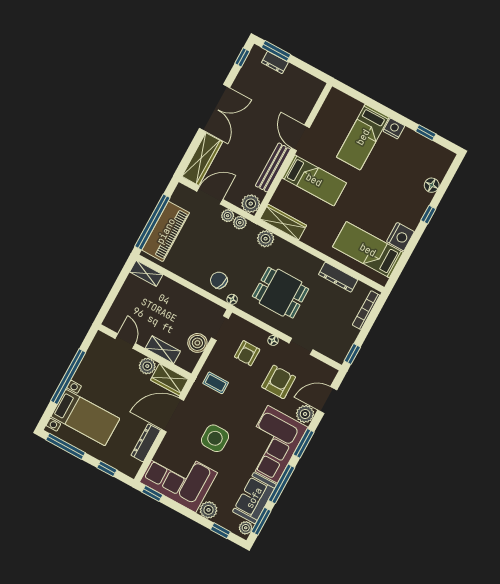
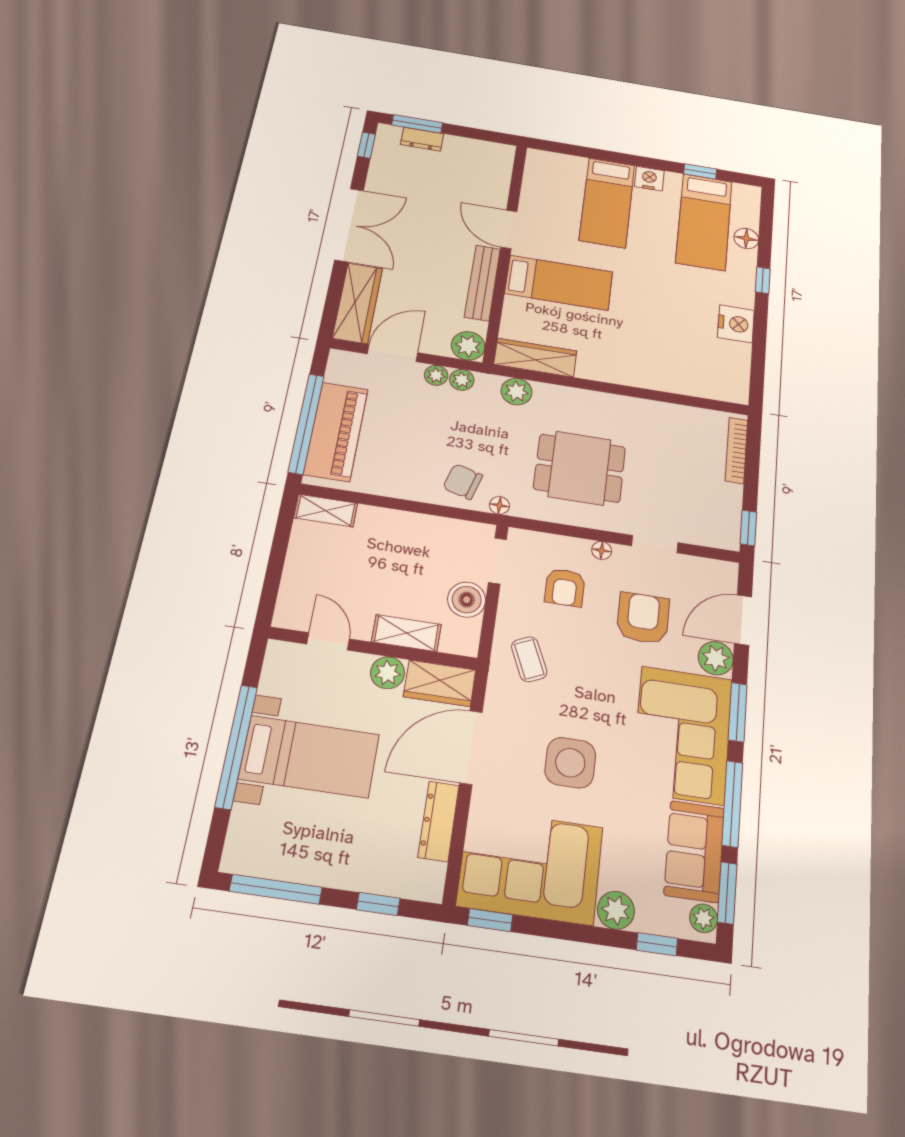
bed: (368, 250) -> (704, 222), moved, turned -90
dresser: (338, 277) -> (666, 414), removed
coffee table: (216, 383) -> (529, 659), turned 66
bed with nightstands: (85, 418) -> (309, 757), moved

